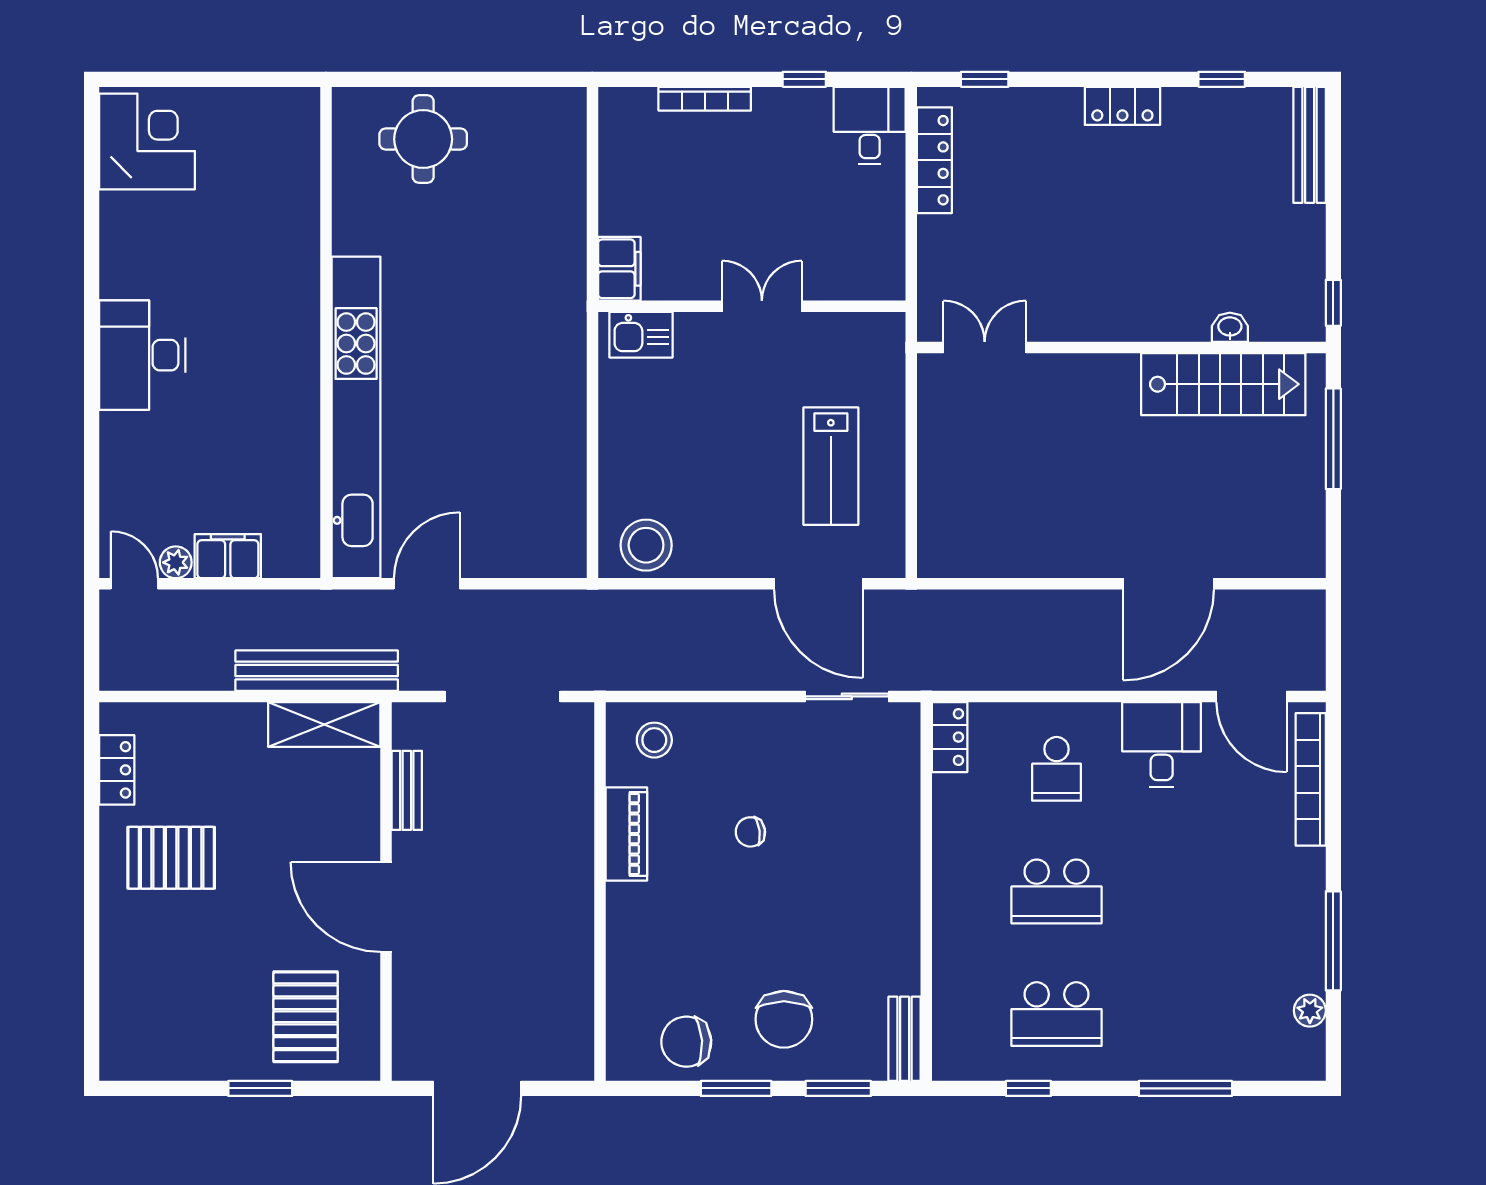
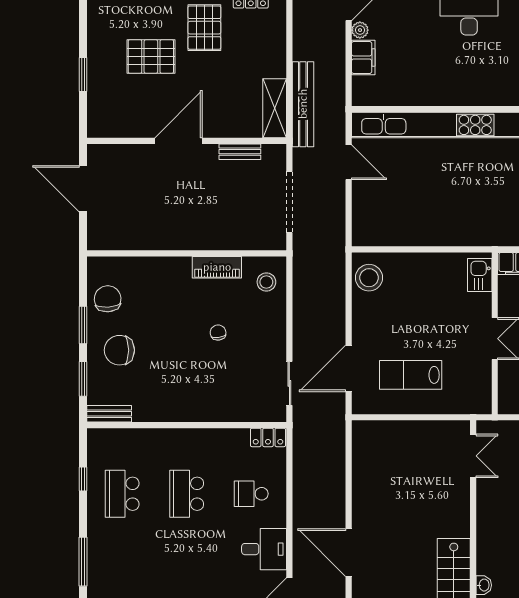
pallet: (306, 1017) -> (151, 57), moved

